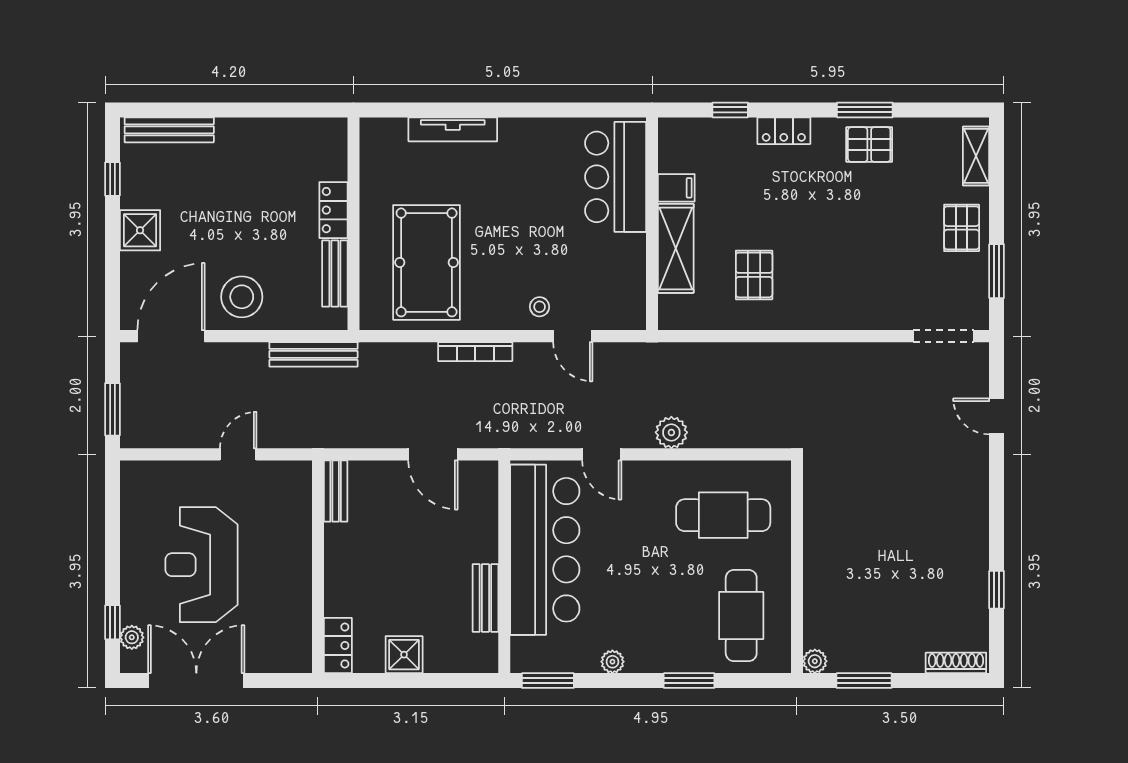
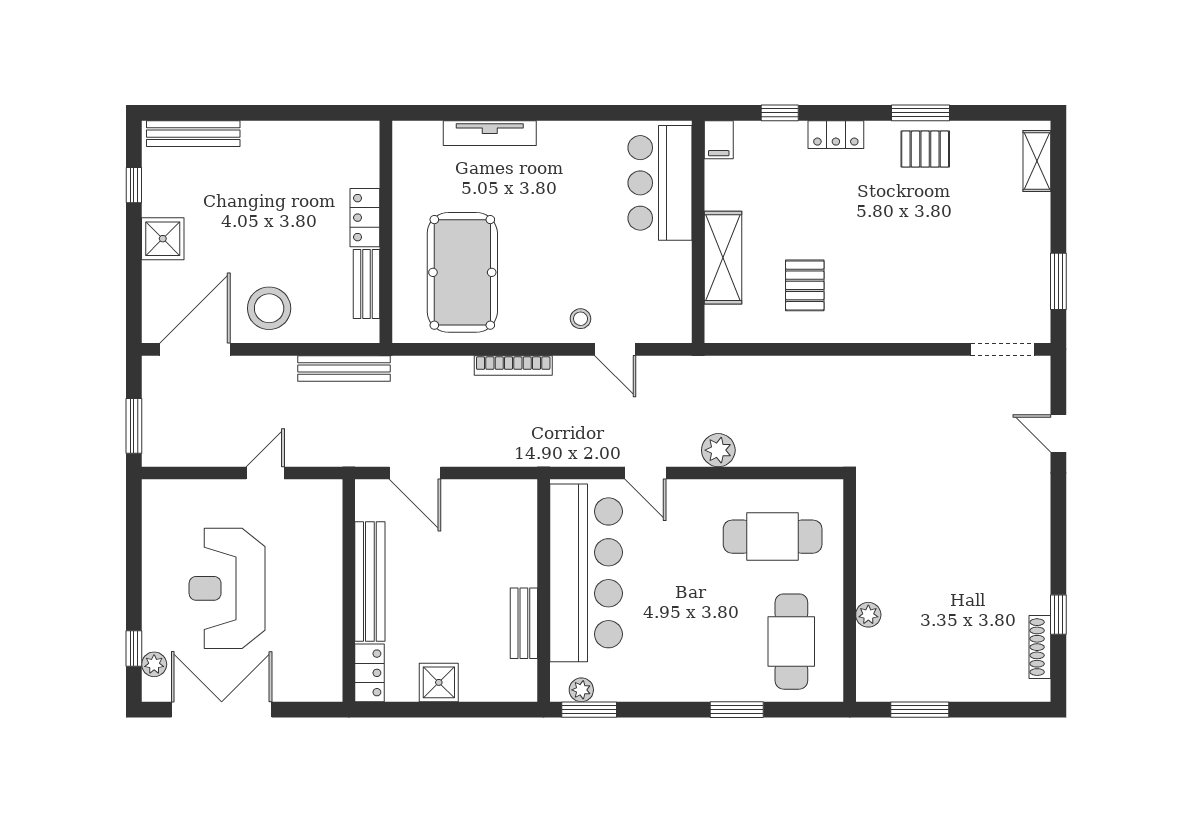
filing cabinet: (676, 188) -> (719, 140), moved, turned 90
pallet: (962, 228) -> (1022, 236), removed
door: (433, 454) -> (415, 473), moved
bench: (336, 491) -> (370, 582), moved, width x1.86, depth x1.21
plant: (815, 661) -> (868, 615), moved
plant: (612, 662) -> (581, 690), moved
shoe rack: (956, 663) -> (1040, 647), moved, turned -90

